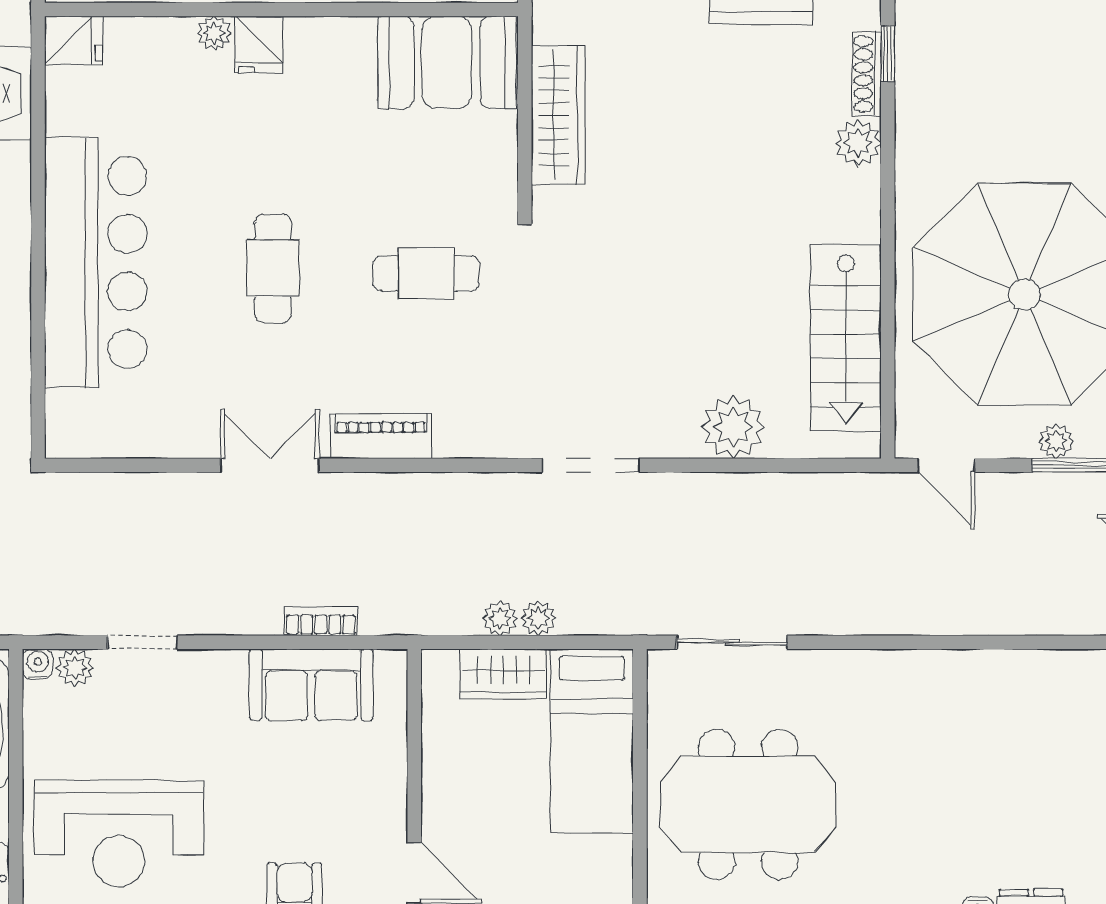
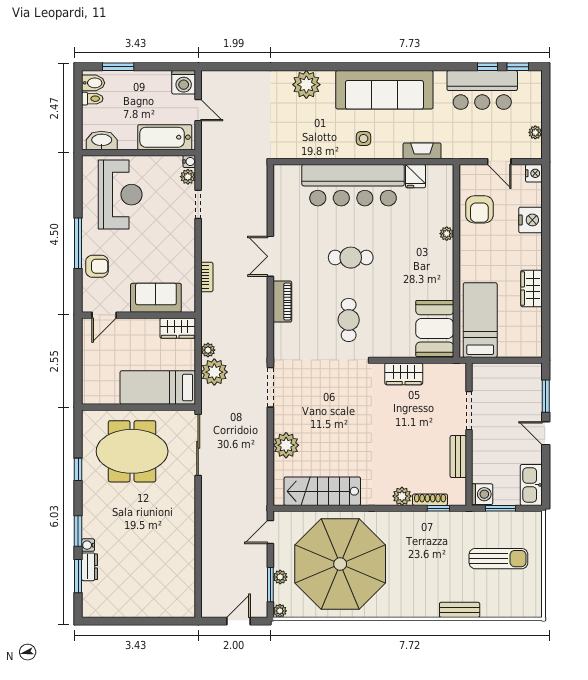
fridge: (74, 40) -> (416, 176), moved
fridge: (259, 45) -> (442, 252), removed
wardrobe: (558, 115) -> (404, 374), width x0.67
double door: (270, 465) -> (270, 256), swing flipped
plant: (538, 618) -> (214, 372), width x1.88, depth x1.88
sliding door: (732, 642) -> (198, 445), width x1.37
wardrobe: (503, 674) -> (178, 328), moved, turned -90
sofa: (311, 685) -> (156, 298), moved, turned 90
meeting table: (748, 804) -> (132, 451), turned 90
reception desk: (119, 833) -> (120, 195), turned 180

